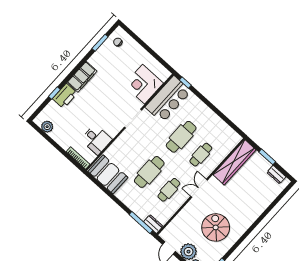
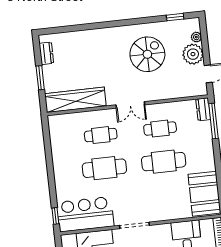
spiral stairs: (216, 227) -> (147, 54), turned 180

